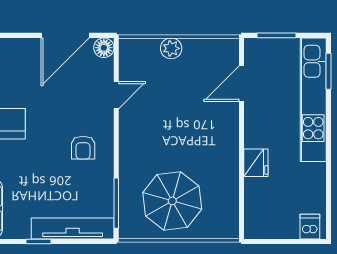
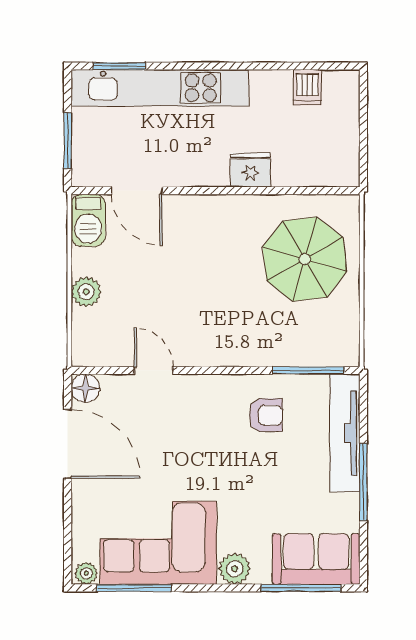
barbecue: (221, 50) -> (88, 220), added
armchair: (83, 148) -> (266, 415), moved
parasol: (172, 201) -> (305, 259), moved
dishwasher: (310, 227) -> (307, 87), moved, turned -90
window: (39, 242) -> (363, 482), width x2.17

